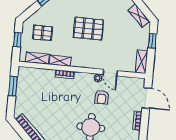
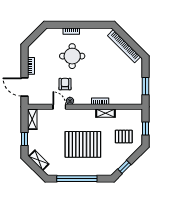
pallet: (88, 29) -> (83, 144), width x1.37, depth x1.41
shelving: (37, 58) -> (126, 113), removed

